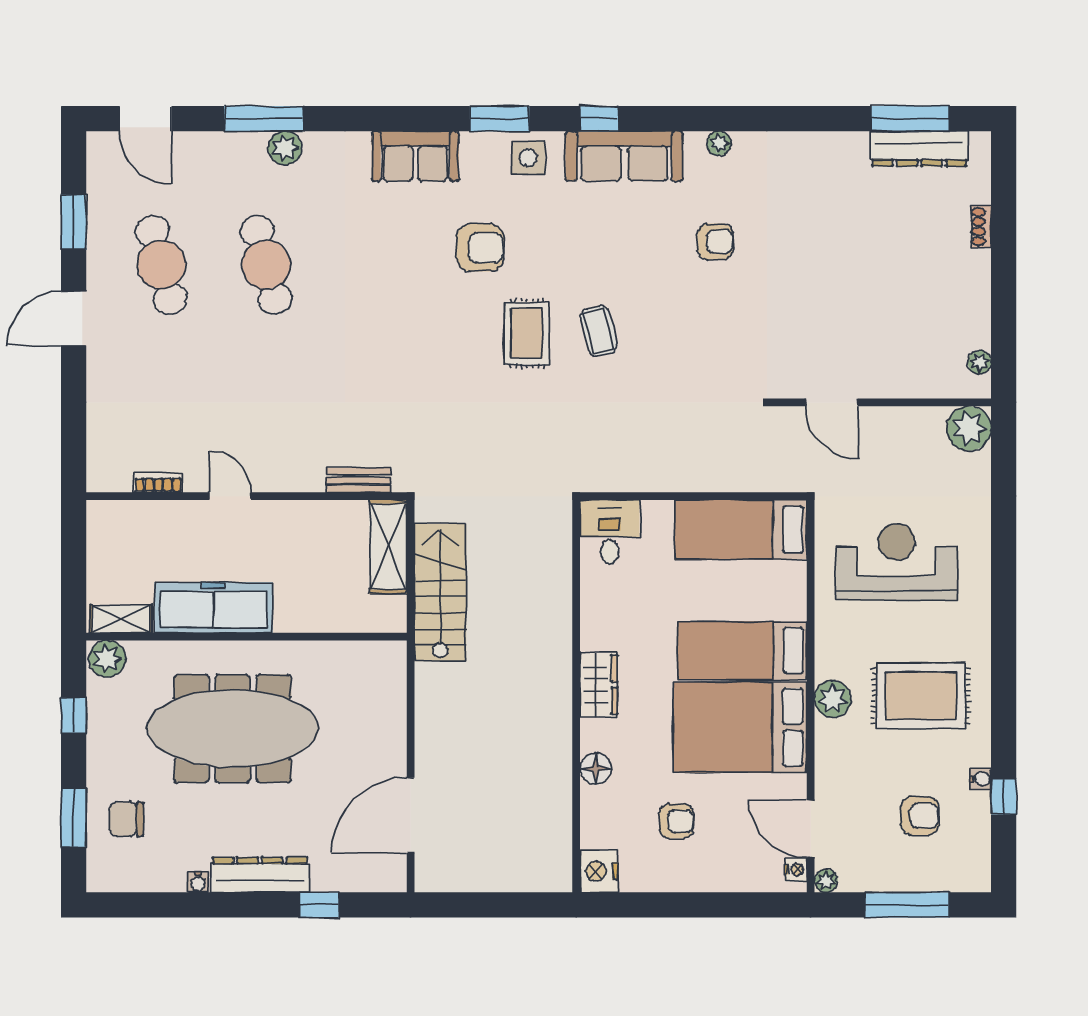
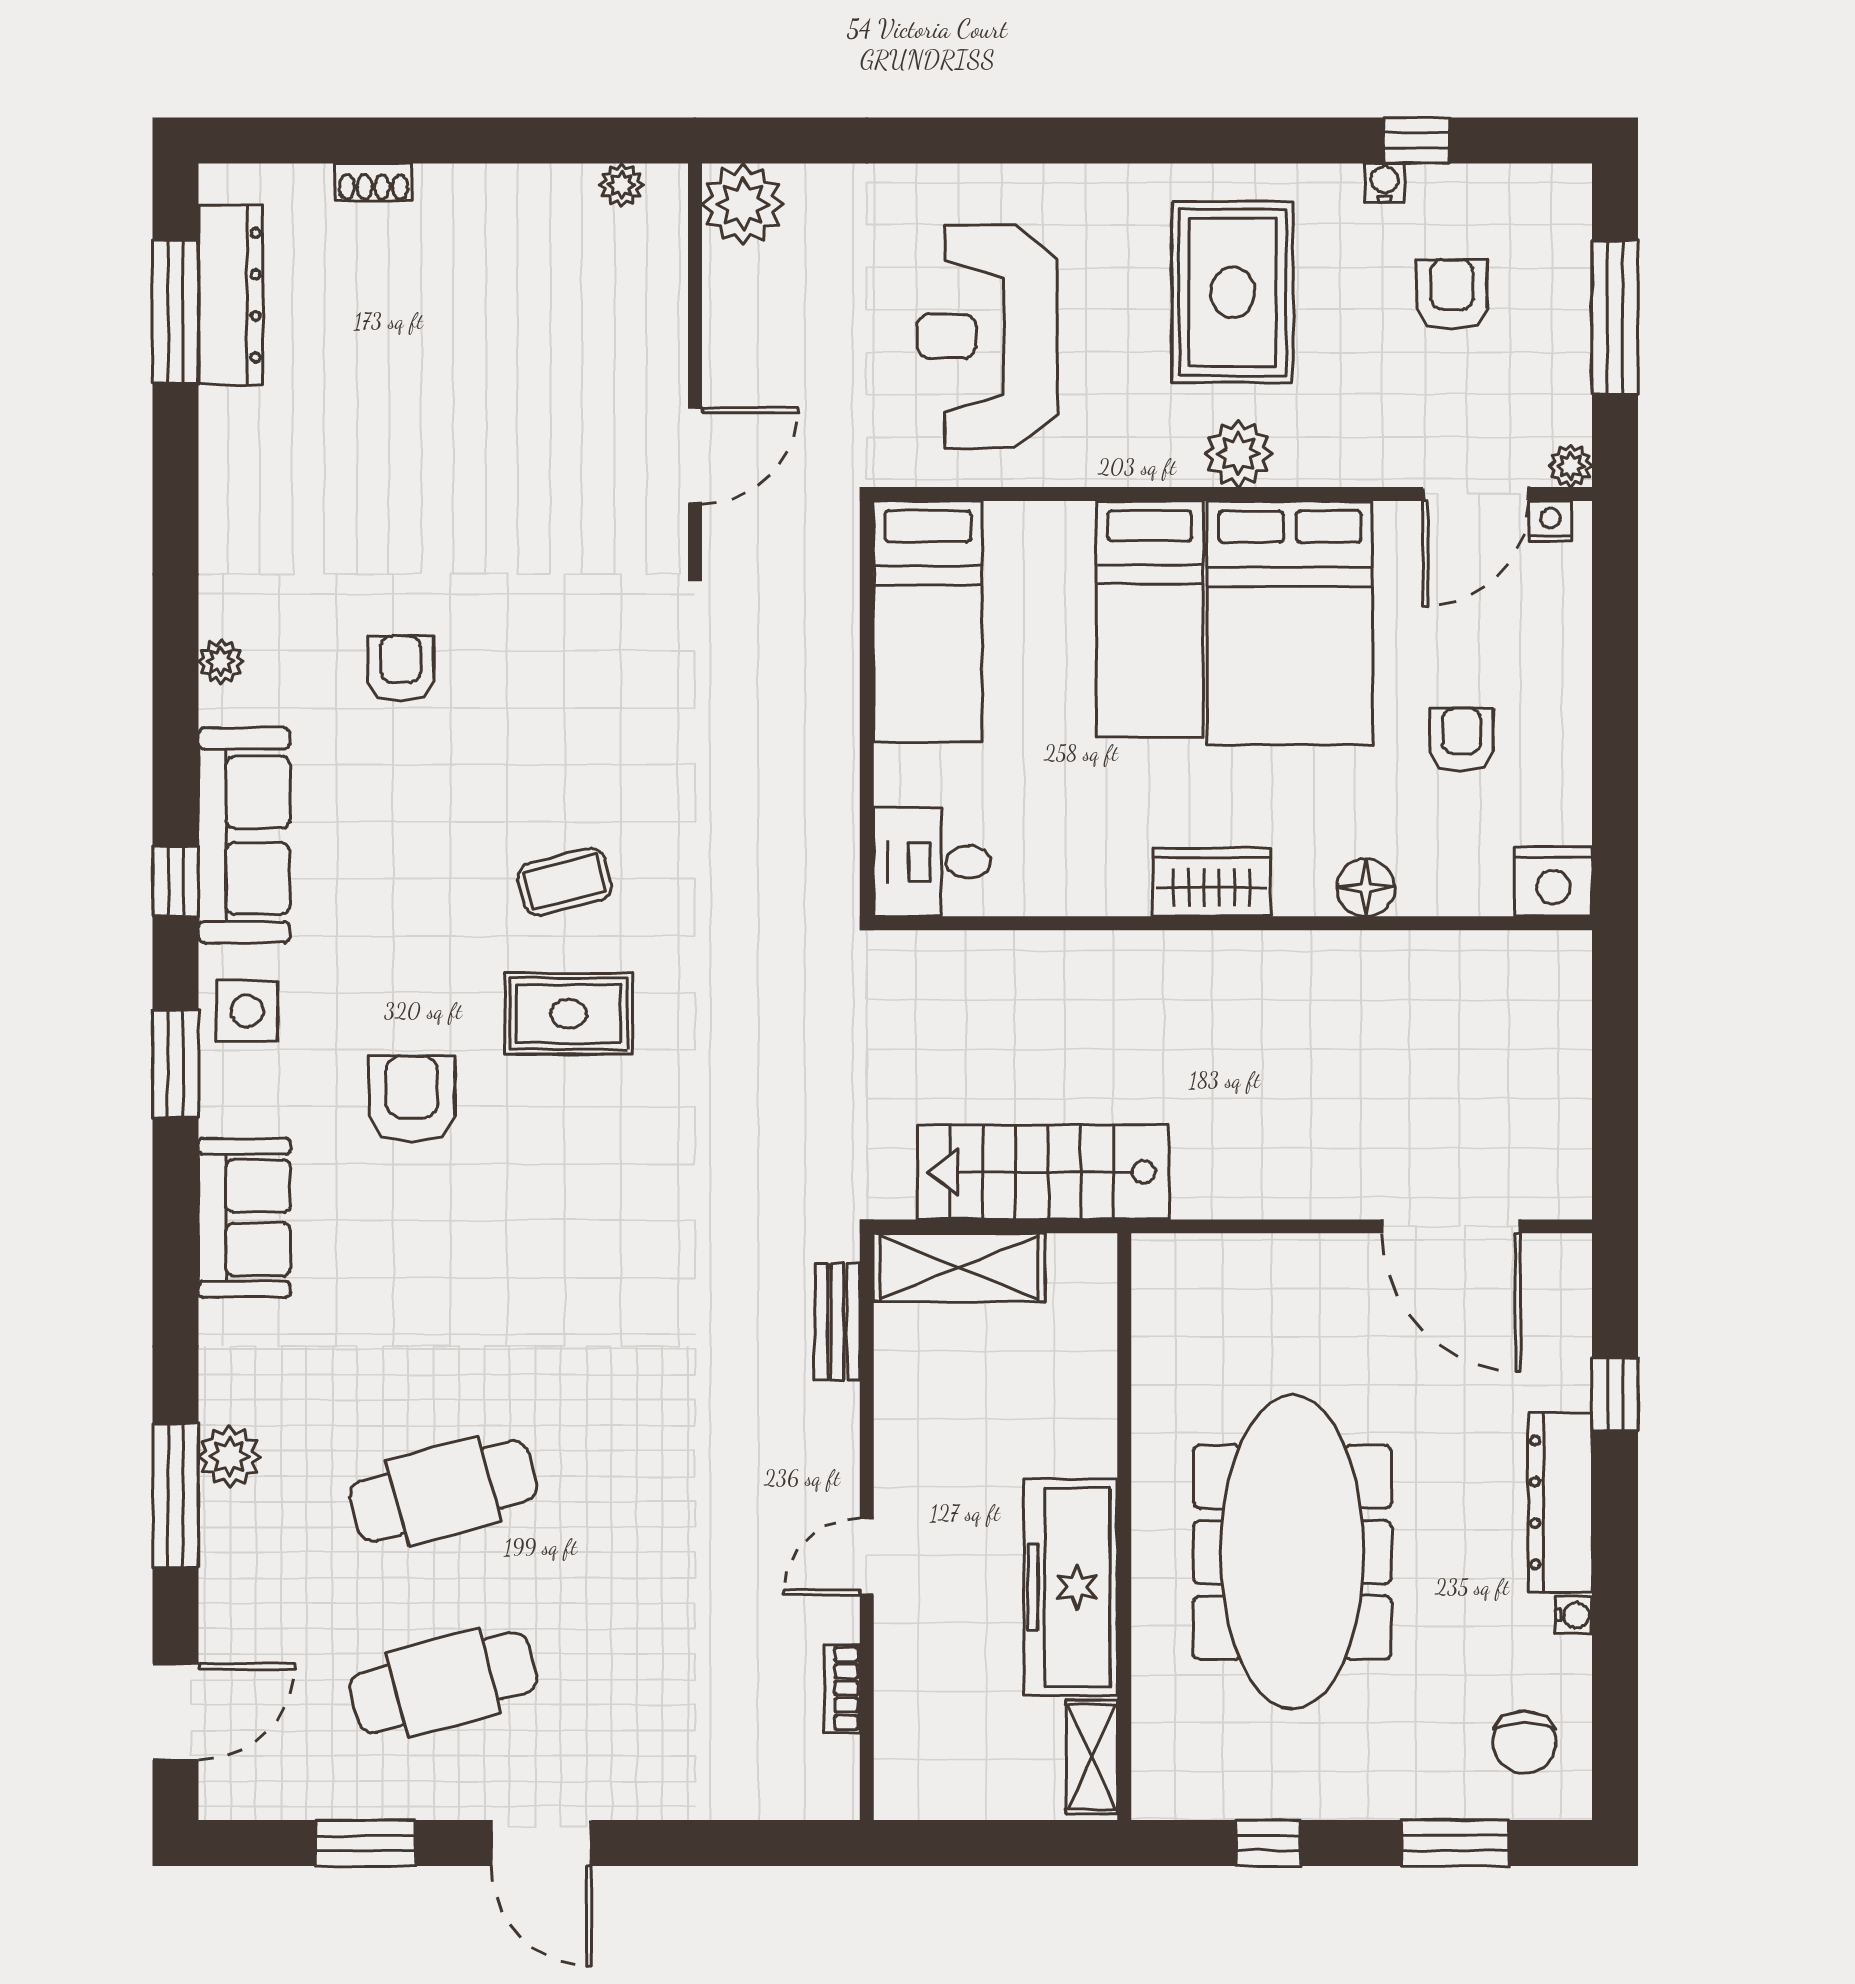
plant: (107, 659) -> (1164, 1782), removed
chair: (126, 819) -> (1524, 1742), moved

